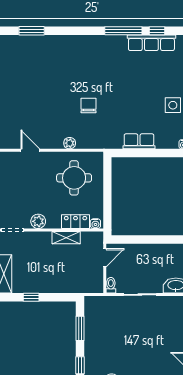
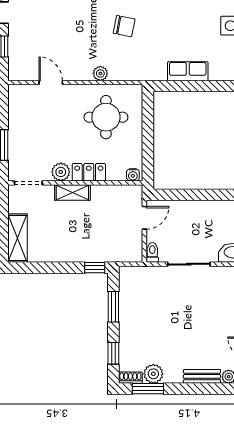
chair: (88, 106) -> (124, 26), turned 101
locker: (76, 222) -> (89, 172), moved
shelving: (66, 238) -> (72, 192), moved
window: (31, 297) -> (95, 268), moved

